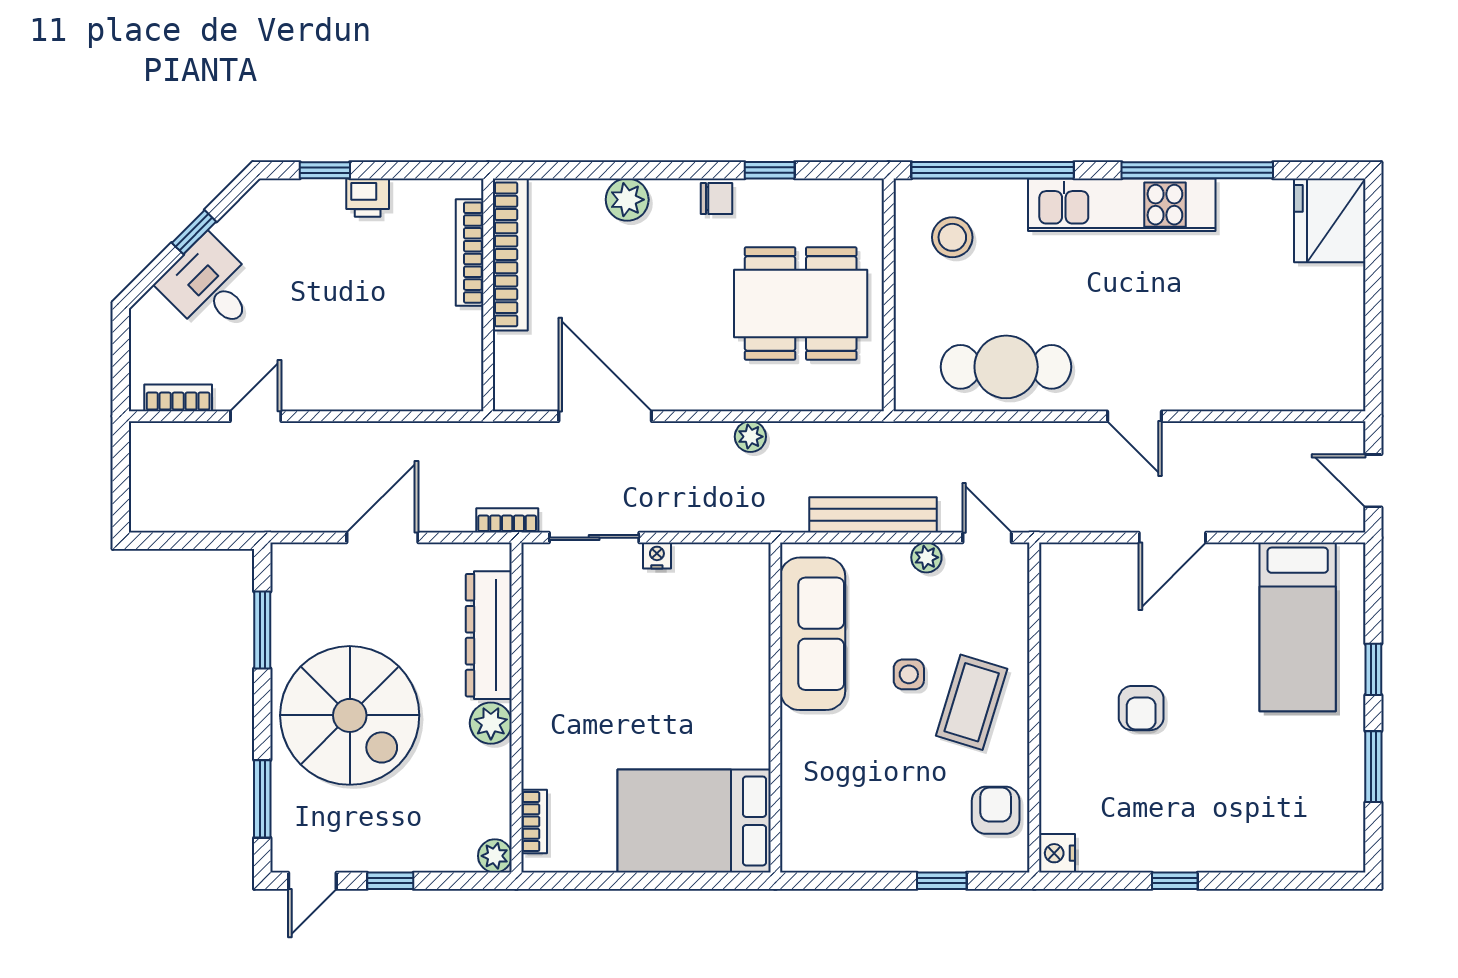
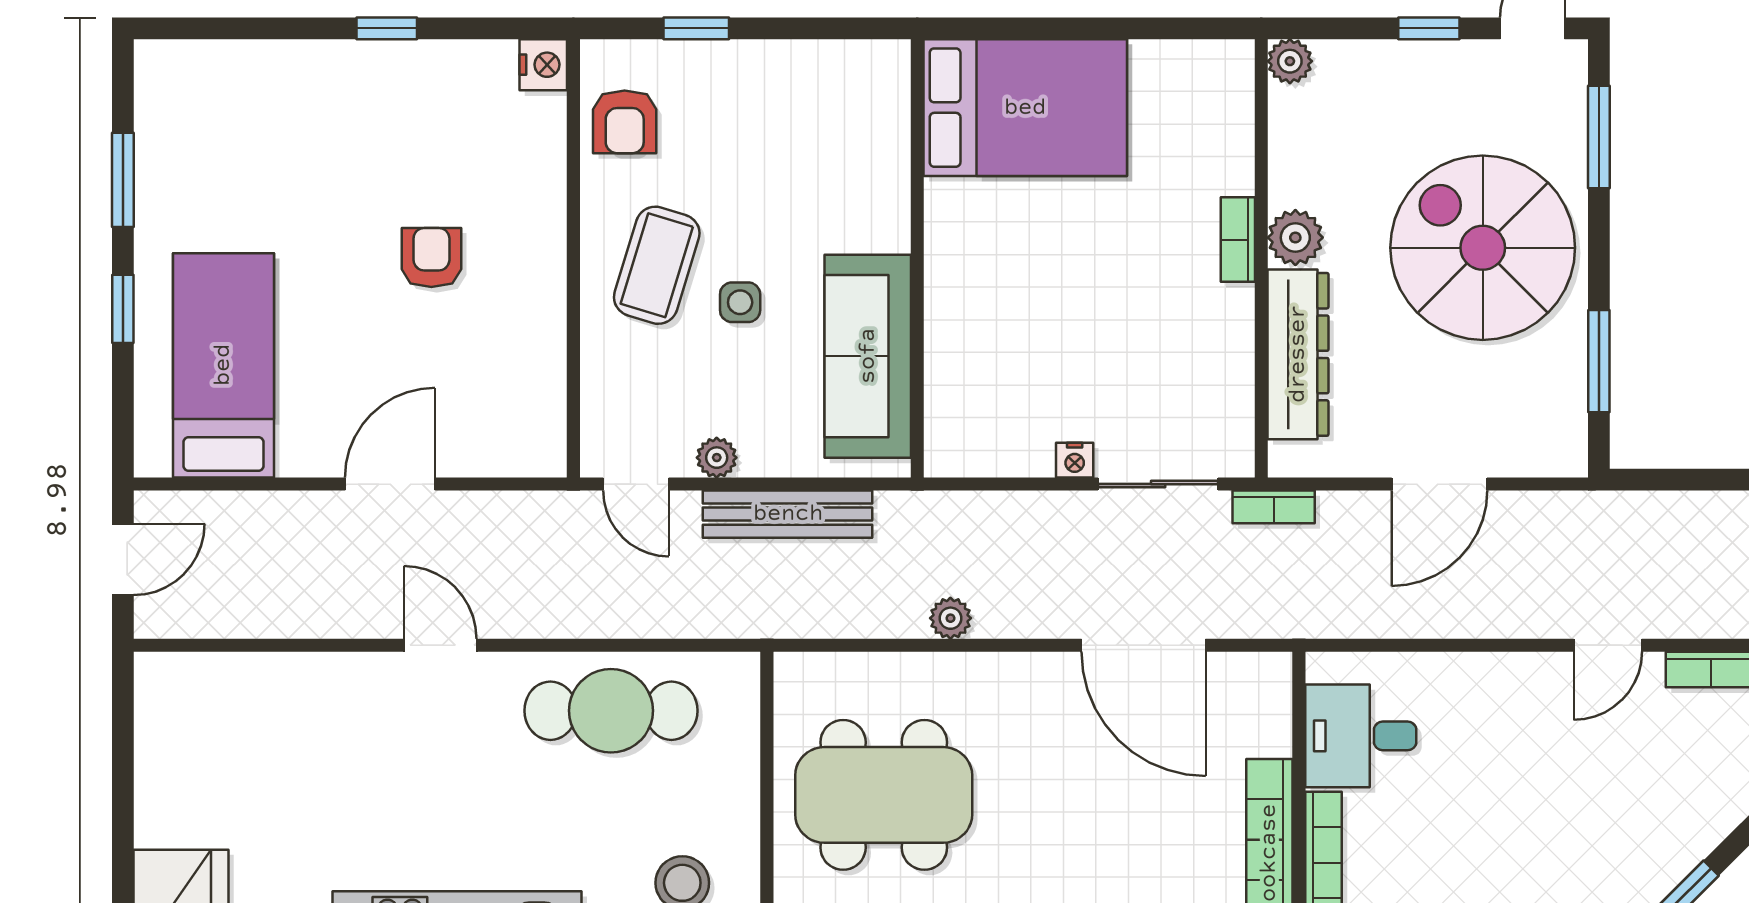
desk: (210, 287) -> (1361, 736), moved, turned 135
door: (1373, 481) -> (123, 559), hinge flipped
bookcase: (534, 822) -> (1238, 240), moved

